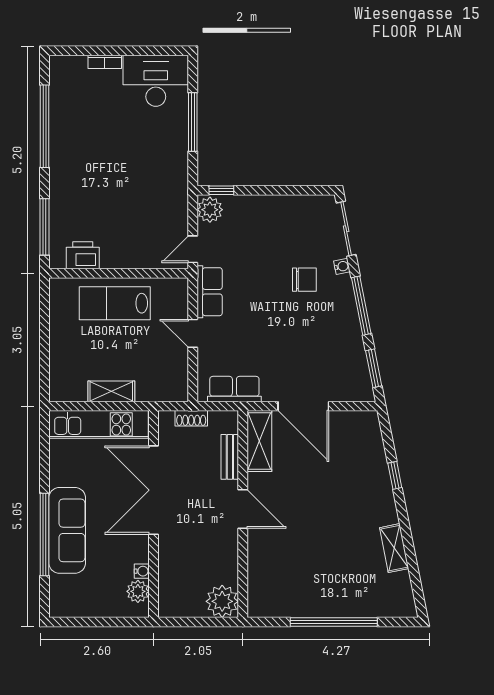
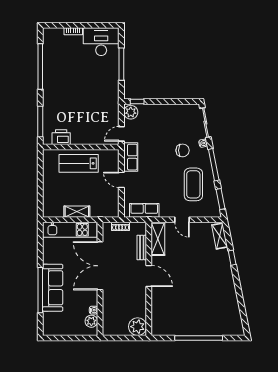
coffee table: (324, 342) -> (193, 184), added
door: (303, 406) -> (182, 220), width x0.53
shelving: (394, 548) -> (220, 236), moved

